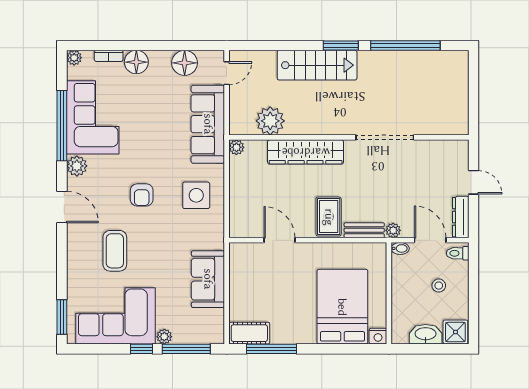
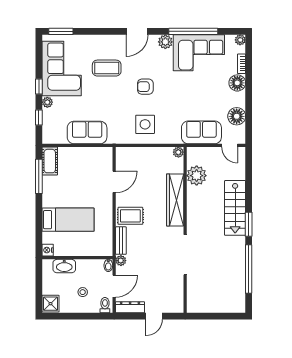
sofa: (208, 124) -> (201, 132), width x0.73
bed: (342, 307) -> (68, 220), width x0.67
washbasin: (426, 334) -> (64, 266), moved, turned 90
window: (186, 349) -> (39, 117), width x0.46

